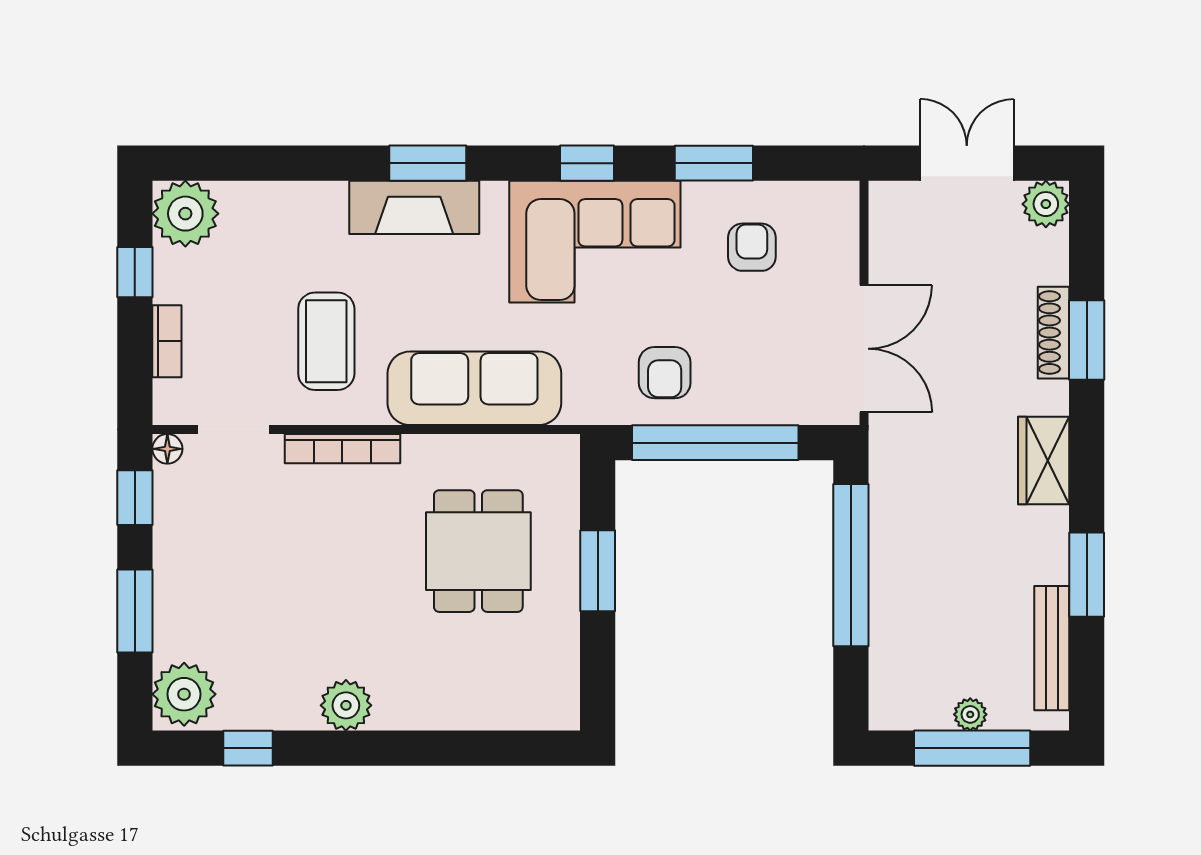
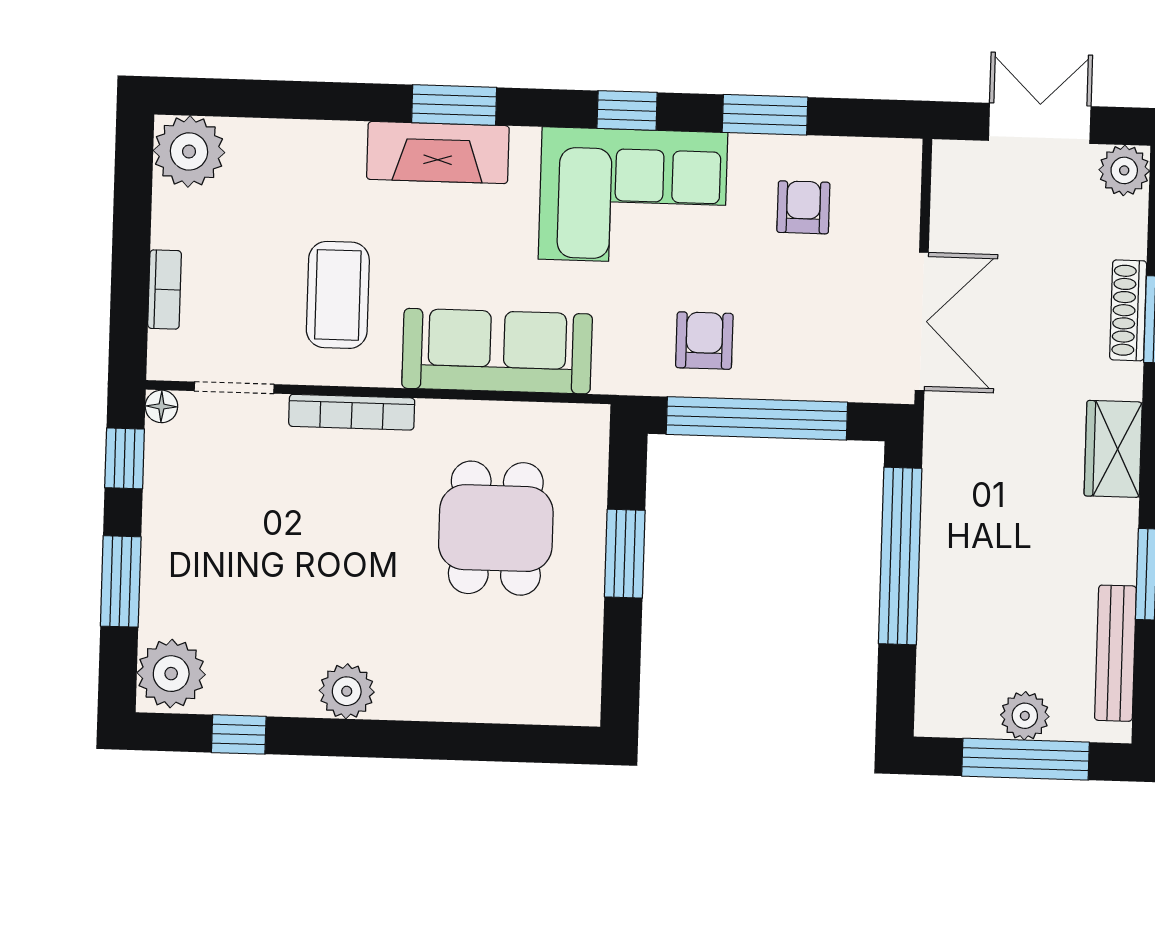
window: (135, 272) -> (132, 213), removed
armchair: (665, 373) -> (704, 341), turned 180
plant: (970, 714) -> (1025, 716), width x1.38, depth x1.38

